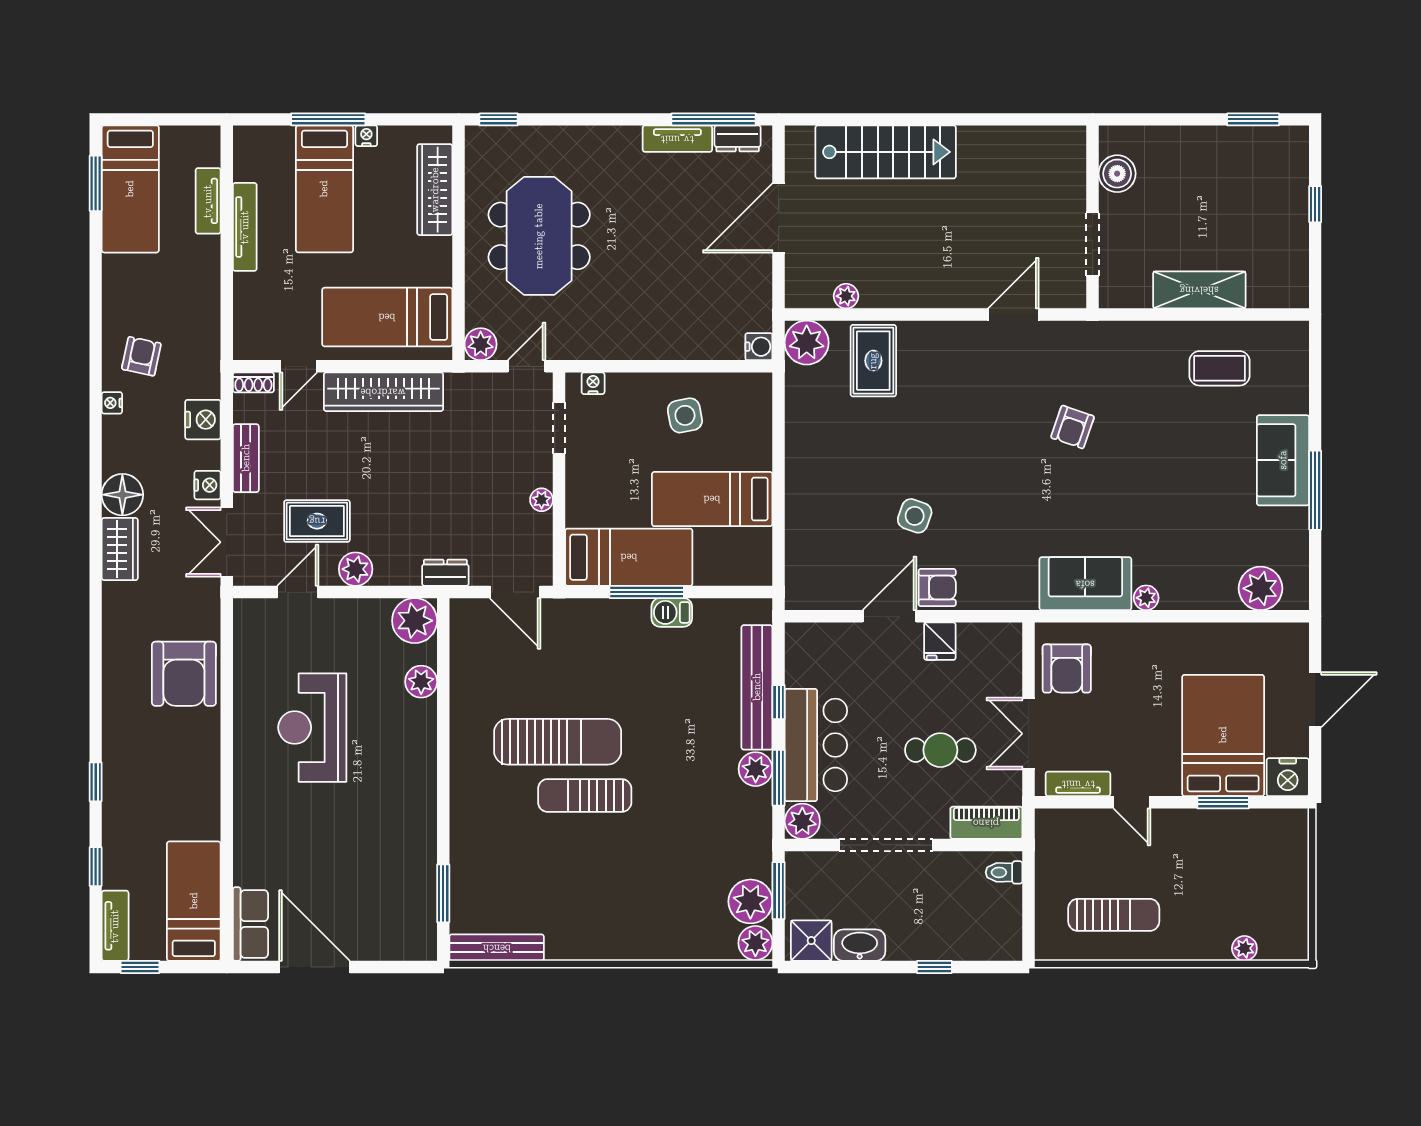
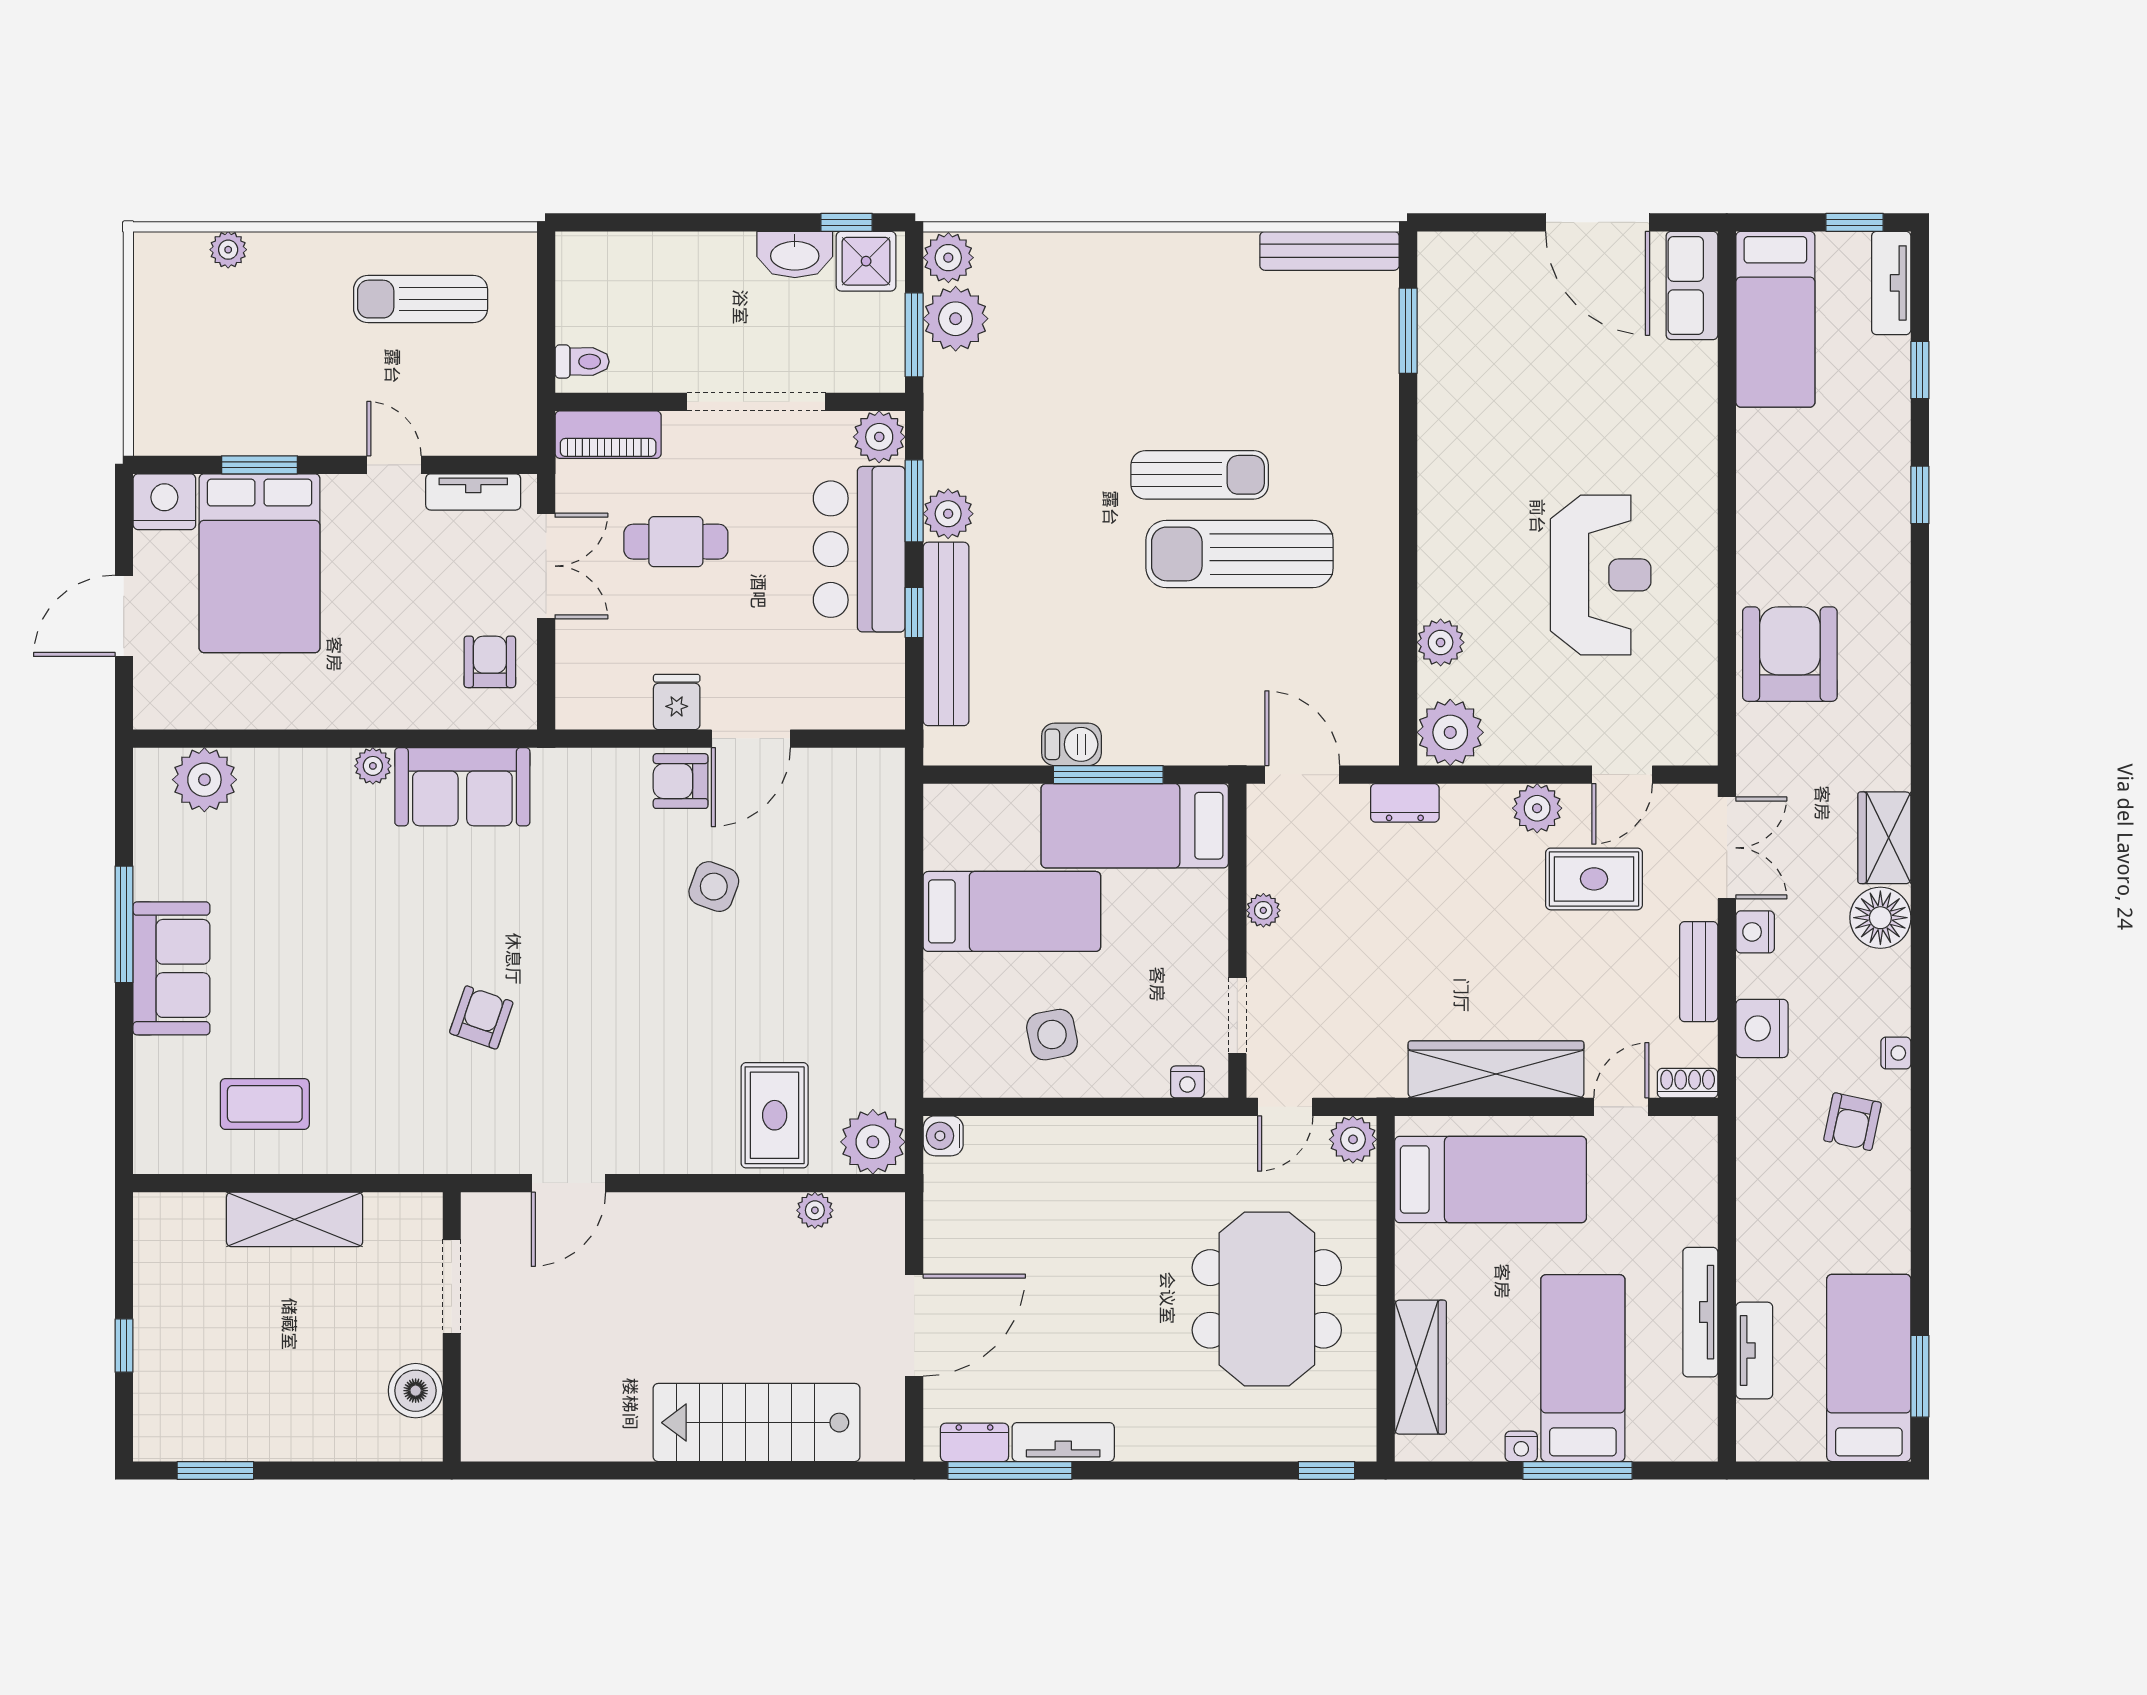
armchair: (1067, 668) -> (490, 662), width x0.72, depth x0.72
window: (934, 967) -> (847, 222), moved

